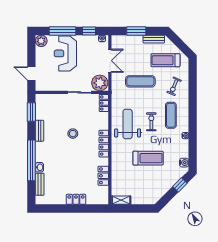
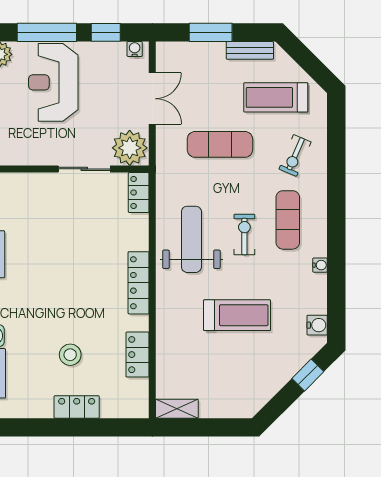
stool: (73, 134) -> (70, 355), moved

